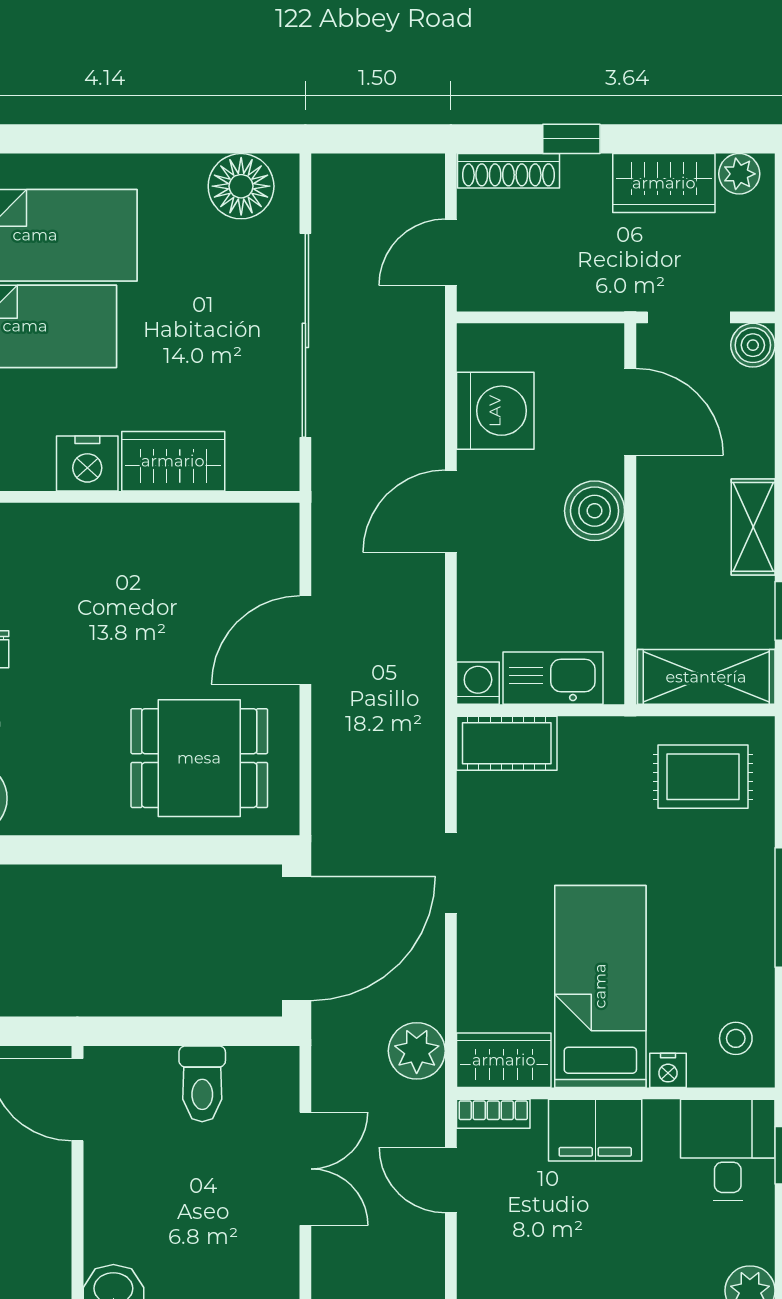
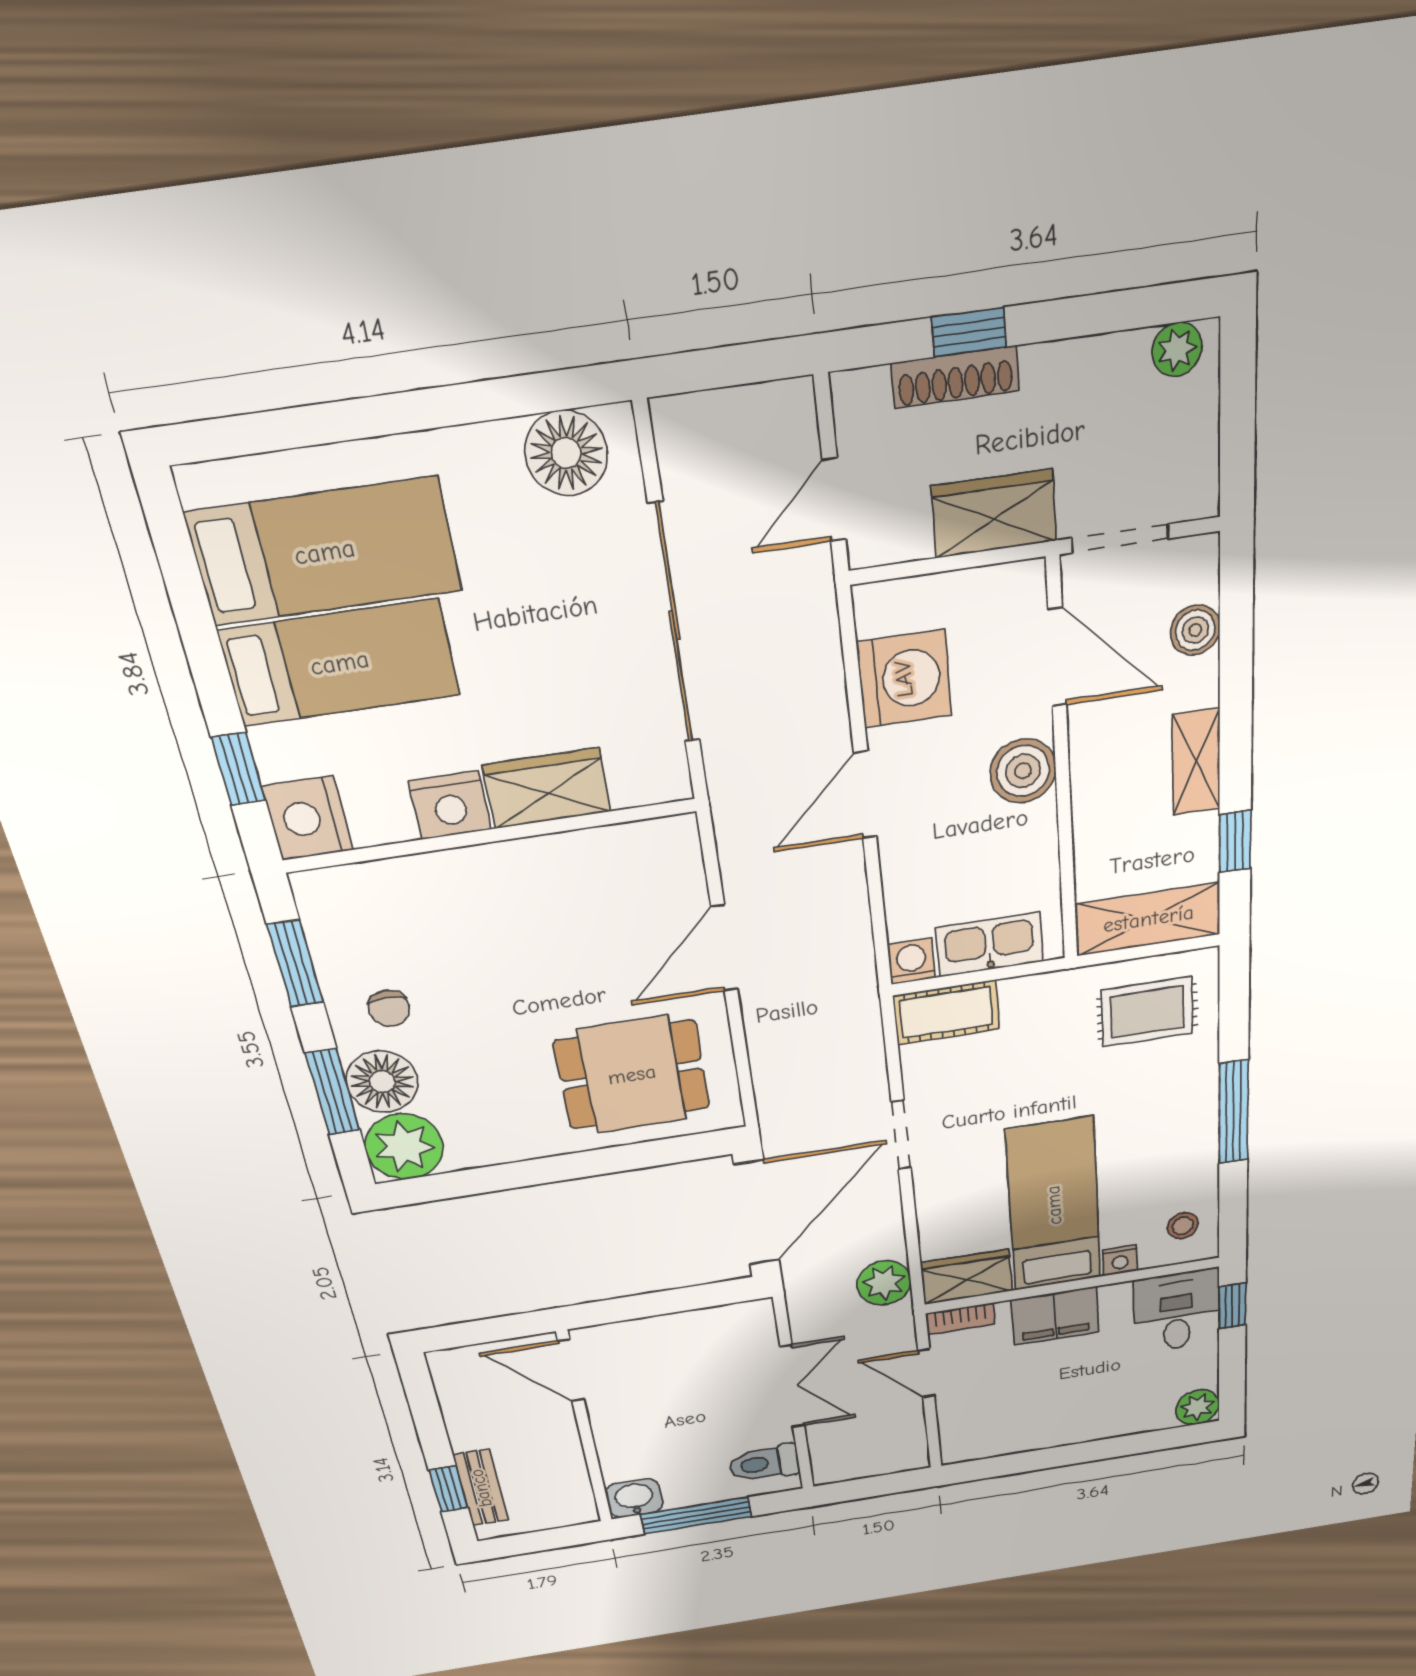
shoe rack: (508, 171) -> (955, 377), moved
wardrobe: (664, 183) -> (994, 514), moved, turned 180
boiler: (753, 345) -> (1195, 630), moved
toilet: (202, 1084) -> (764, 1463), moved, turned 90

